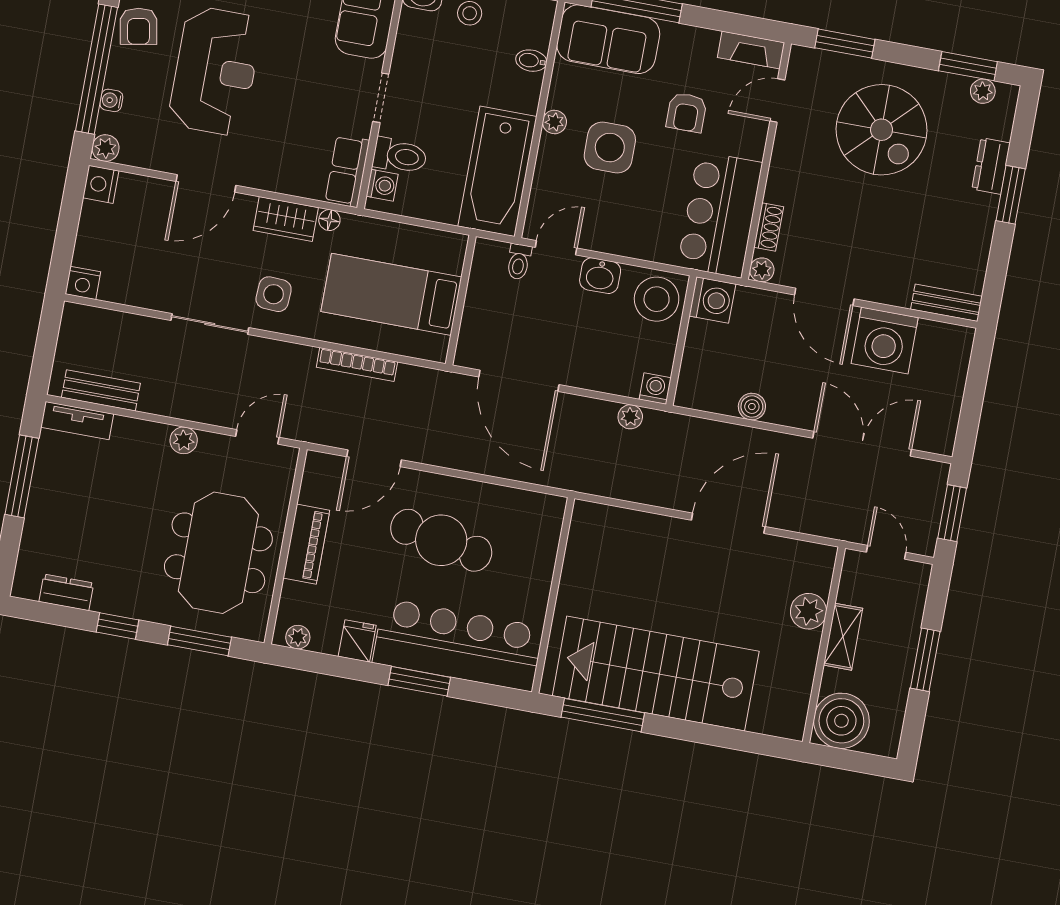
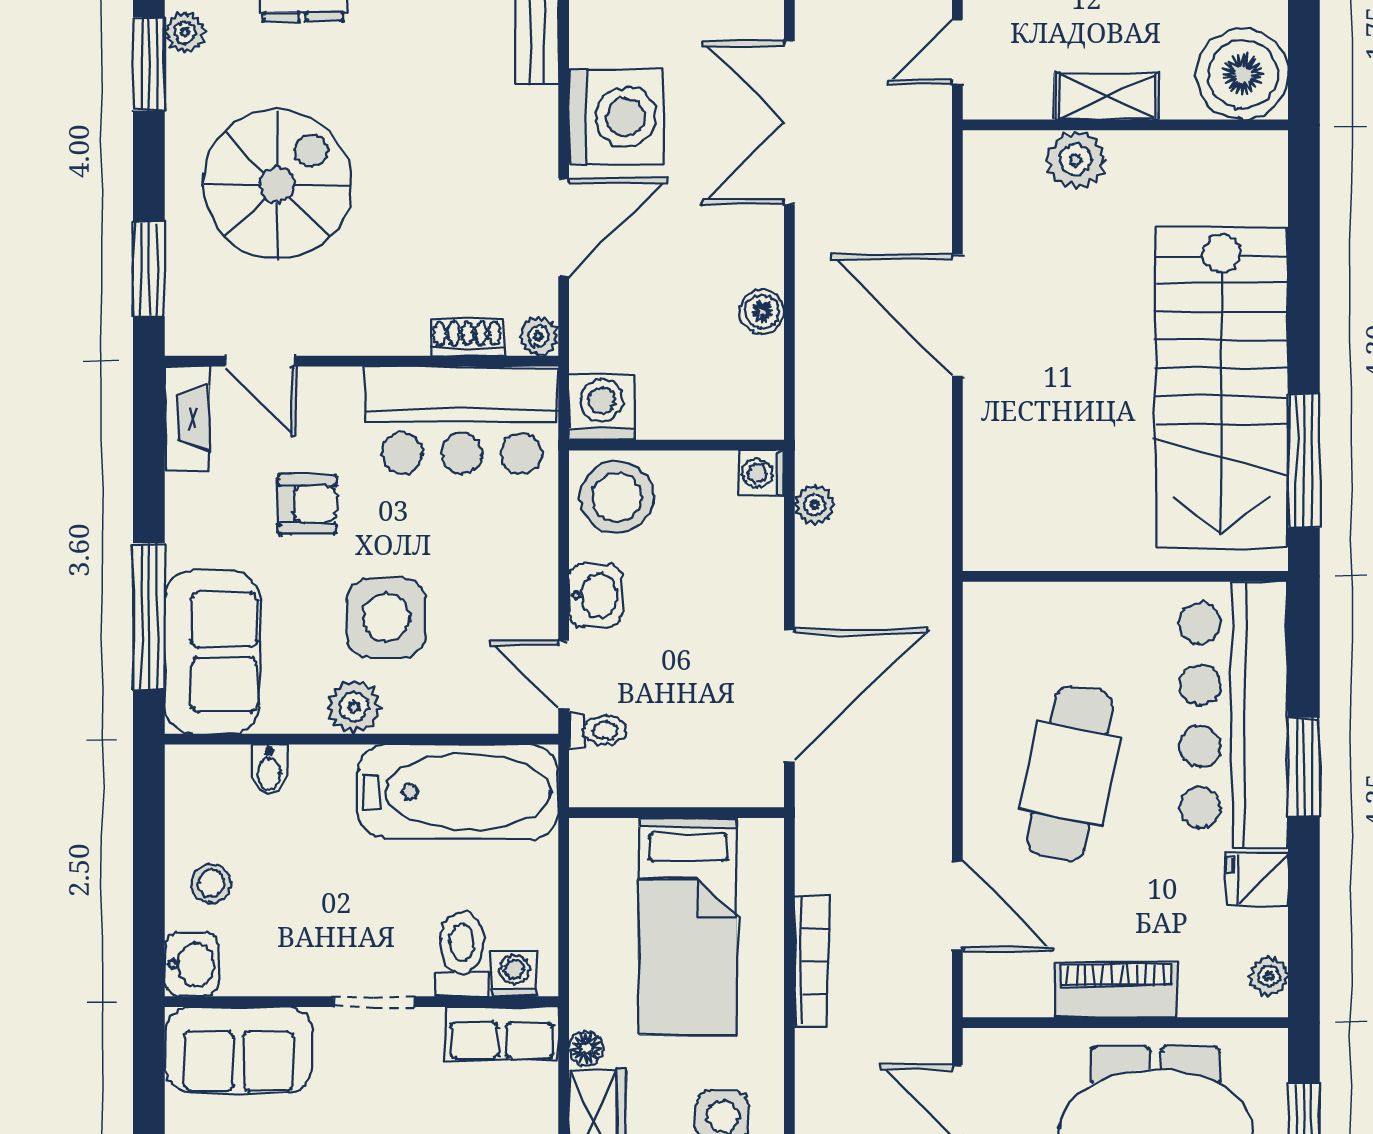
plant: (554, 122) -> (354, 707), width x1.38, depth x1.38

